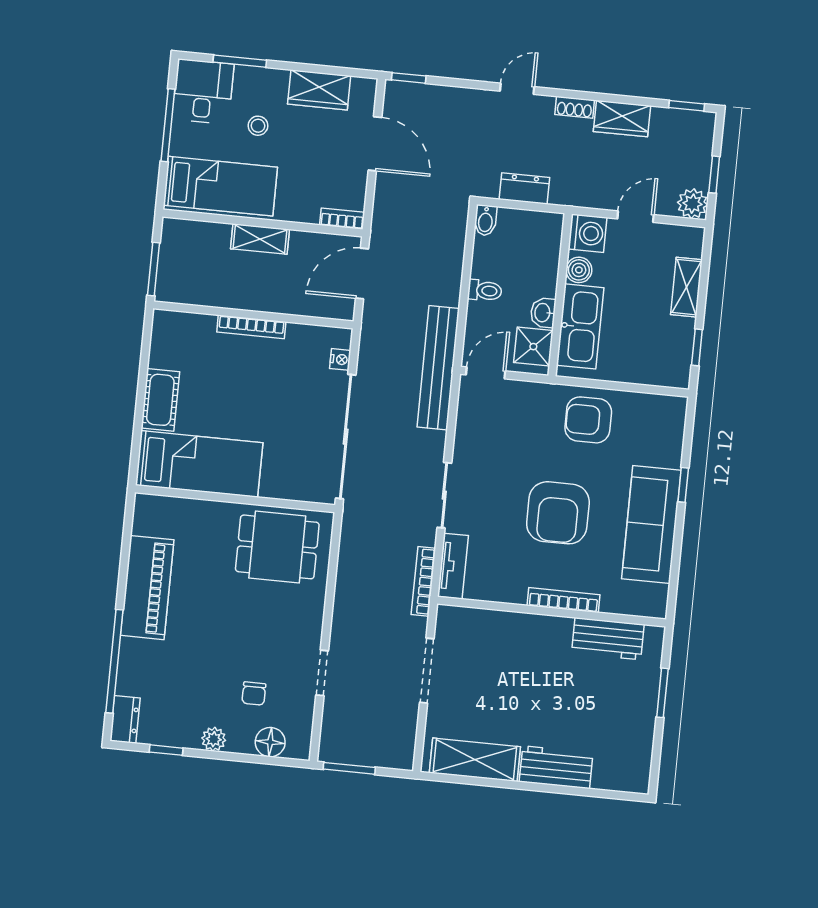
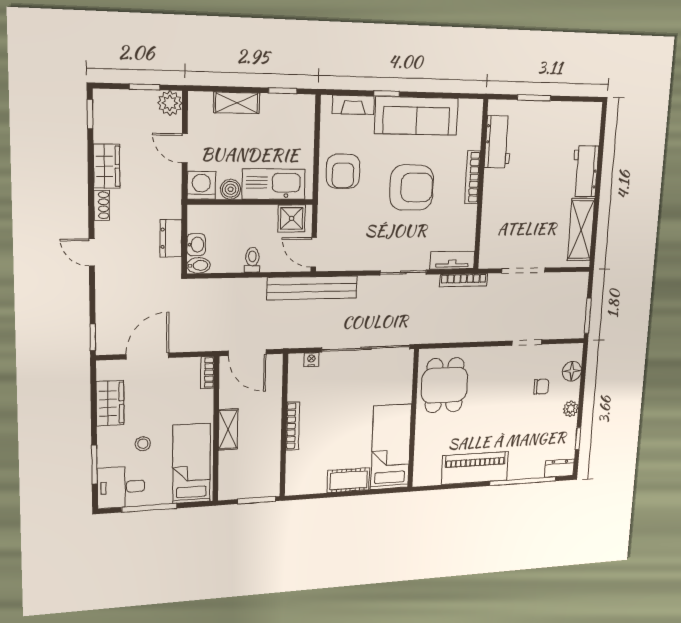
washbasin: (543, 313) -> (196, 245), moved, turned -90
fireplace: (672, 439) -> (353, 105), added

